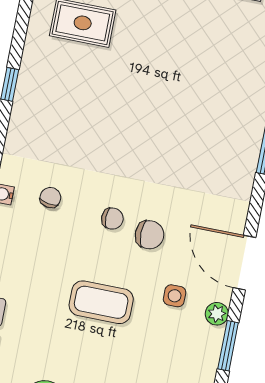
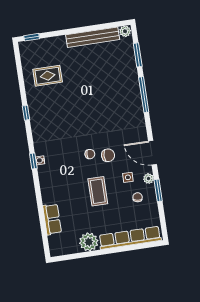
chair: (50, 198) -> (138, 197), moved
coffee table: (101, 302) -> (98, 191), turned 90

